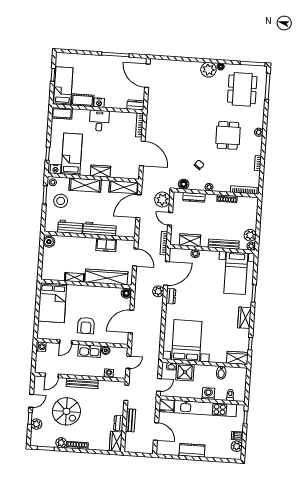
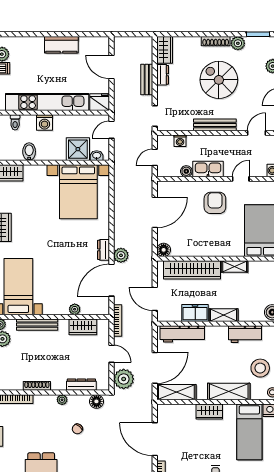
workbench: (99, 229) -> (182, 334), moved
shelving: (85, 242) -> (224, 315), added
spiral stairs: (66, 411) -> (219, 80), moved

